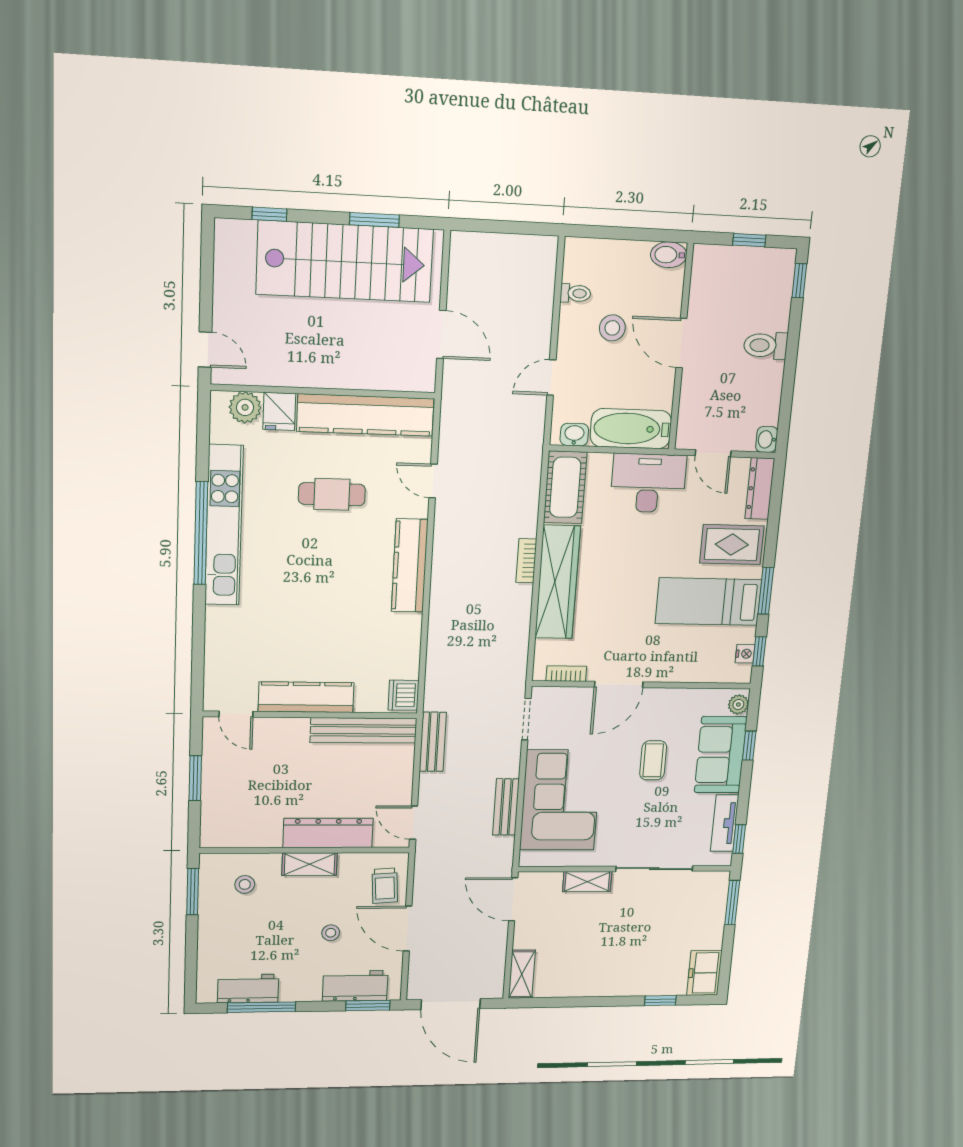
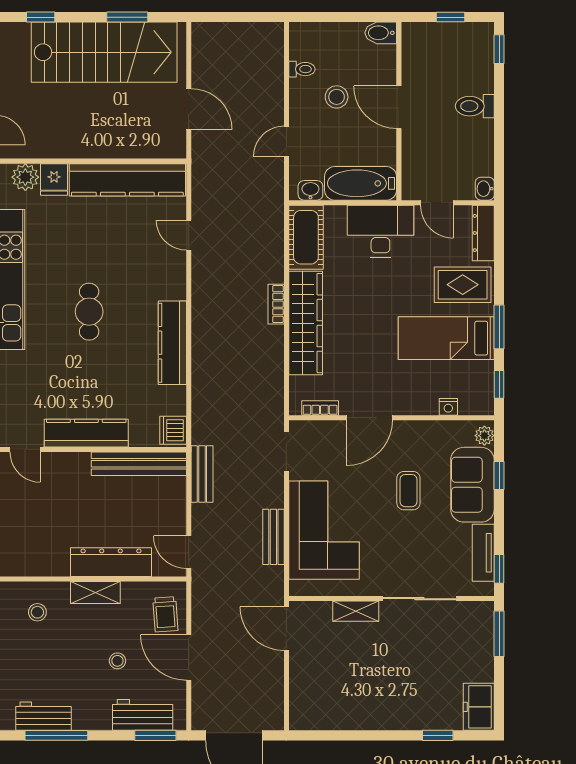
cafe table: (332, 494) -> (89, 312), moved, turned 90
kitchen counter: (410, 566) -> (172, 343), moved
nightstand: (745, 654) -> (448, 407), moved, turned 90
shelving: (522, 974) -> (300, 706), removed

